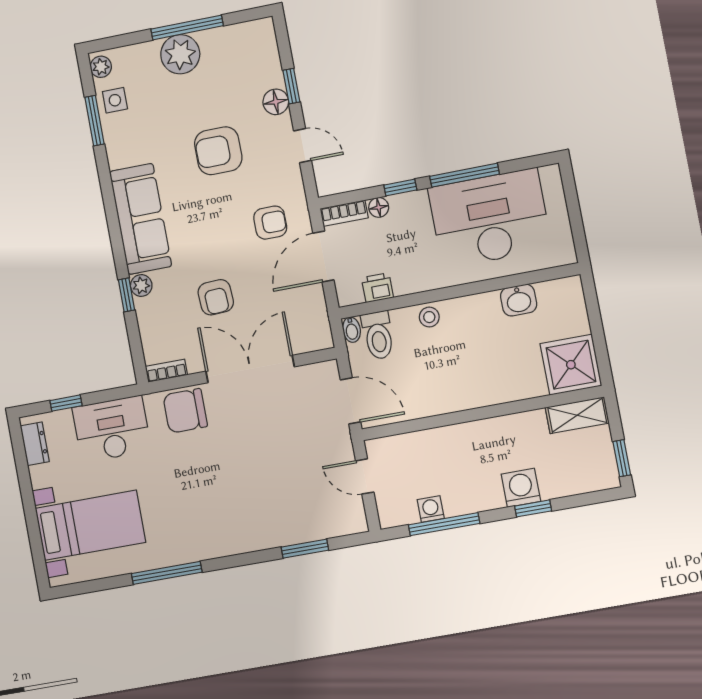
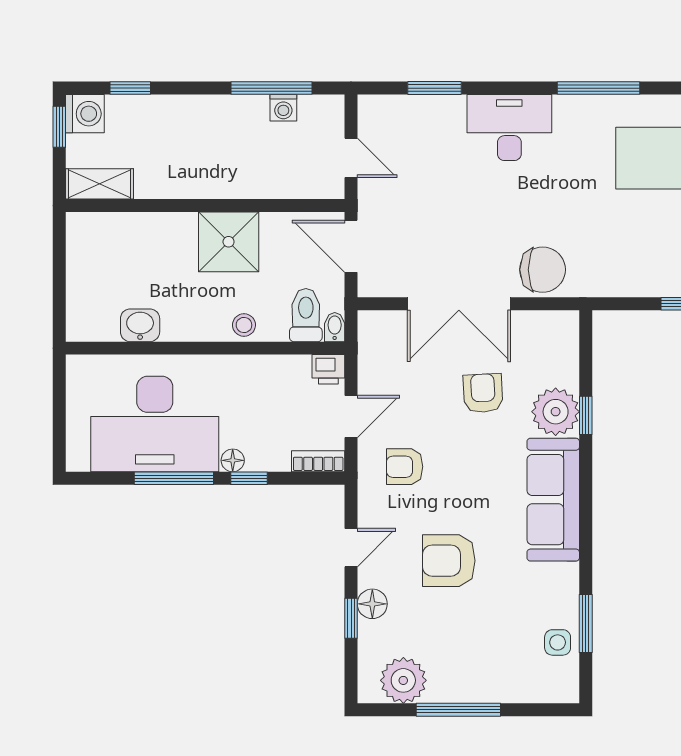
plant: (180, 54) -> (403, 680), moved
plant: (101, 67) -> (567, 684), removed
door: (303, 146) -> (351, 548), swing flipped
armchair: (218, 151) -> (449, 561), turned 180
floor lamp: (379, 207) -> (233, 460), moved
door: (323, 256) -> (351, 416), width x0.73
plant: (141, 285) -> (556, 412), width x1.87, depth x1.87
printer: (377, 288) -> (328, 369), moved
shower: (571, 365) -> (229, 242), moved
bookcase: (166, 371) -> (556, 320), removed
desk: (112, 429) -> (509, 128), moved, turned 180
washing machine: (521, 488) -> (85, 114), moved, turned -90
window: (533, 508) -> (130, 88), moved

